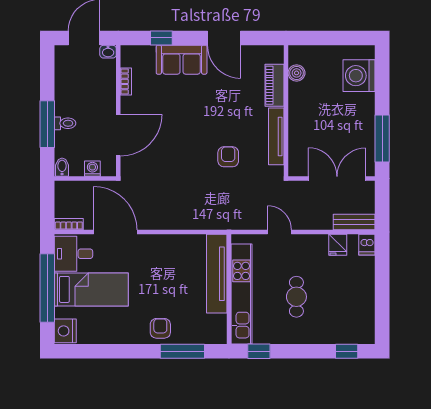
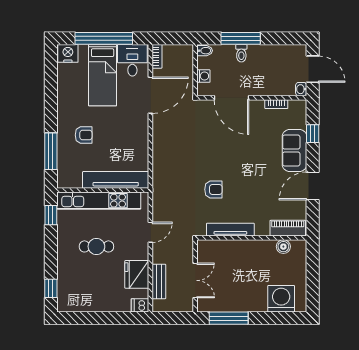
piano: (274, 85) -> (288, 228), moved
double door: (337, 179) -> (195, 280), width x0.73
bench: (354, 222) -> (159, 281), moved
fridge: (338, 245) -> (137, 274), width x1.88, depth x1.34
armchair: (160, 328) -> (84, 135), moved

